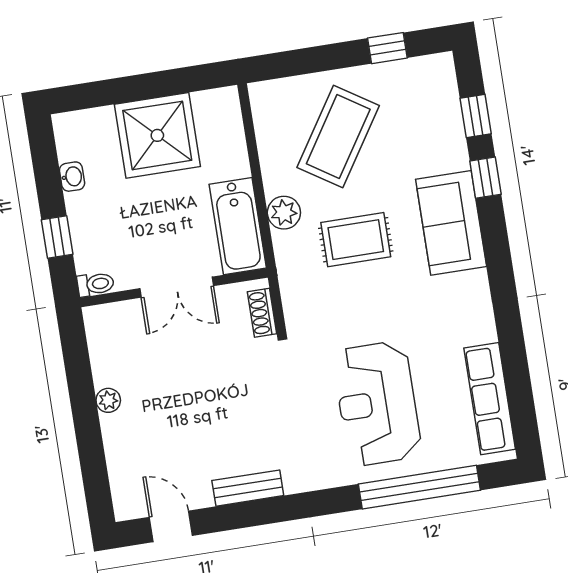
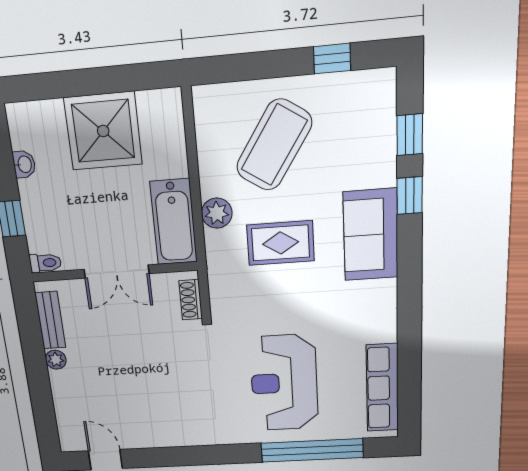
bench: (248, 488) -> (50, 320), moved, turned 90

